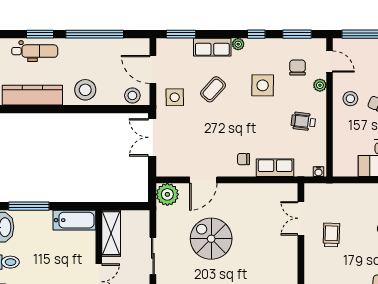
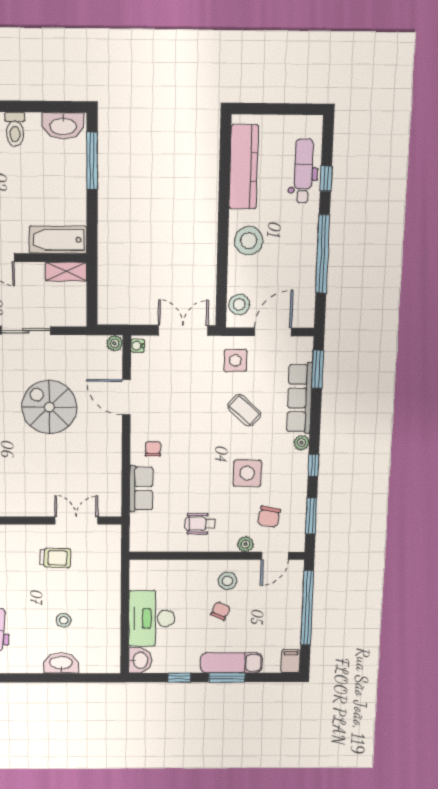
window: (40, 34) -> (326, 179), width x0.67
row of seats: (212, 47) -> (300, 398), width x1.48
dental chair: (35, 51) -> (303, 171), turned 180
chair: (298, 67) -> (269, 517), turned 101
wheelchair: (303, 121) -> (200, 524), turned -97
water cooler: (319, 172) -> (138, 346), moved
plant: (167, 194) -> (115, 343), width x0.53, depth x0.53
bathtub: (74, 220) -> (58, 240), moved, turned 90
shelving: (111, 233) -> (66, 272), width x0.67, depth x0.75
spiral stairs: (211, 239) -> (49, 407), turned -90

